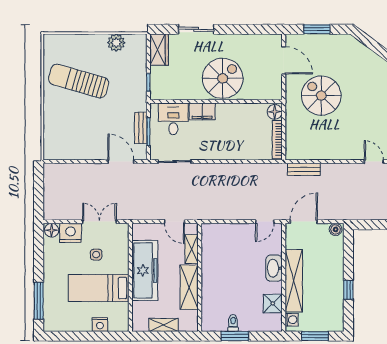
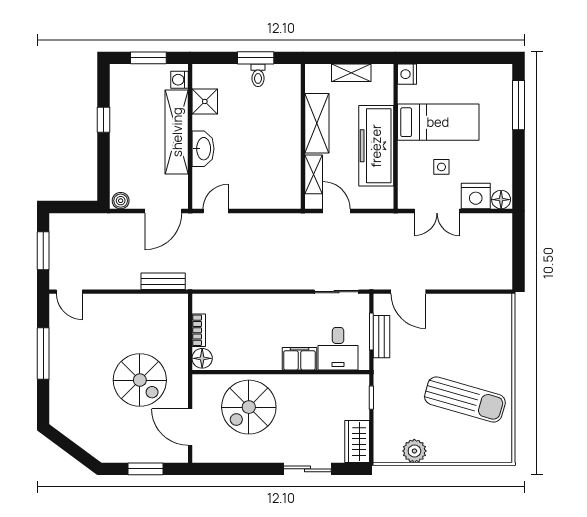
spiral stairs: (223, 78) -> (249, 407), moved
bookcase: (277, 140) -> (199, 330), width x0.64
nightstand: (100, 324) -> (407, 74), moved, turned -90

